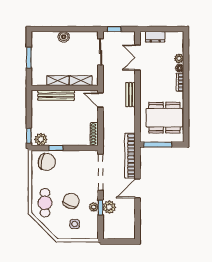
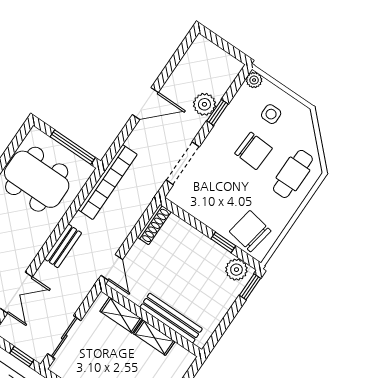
bookcase: (130, 156) -> (108, 182), moved
doorway: (101, 172) -> (183, 163), width x0.73
chair: (71, 201) -> (254, 151), turned -108
plant: (94, 207) -> (254, 80), moved

